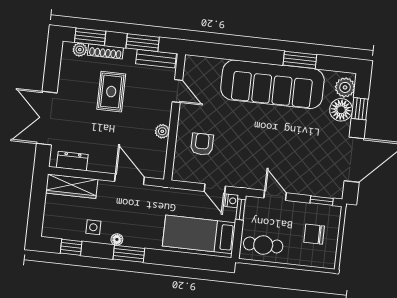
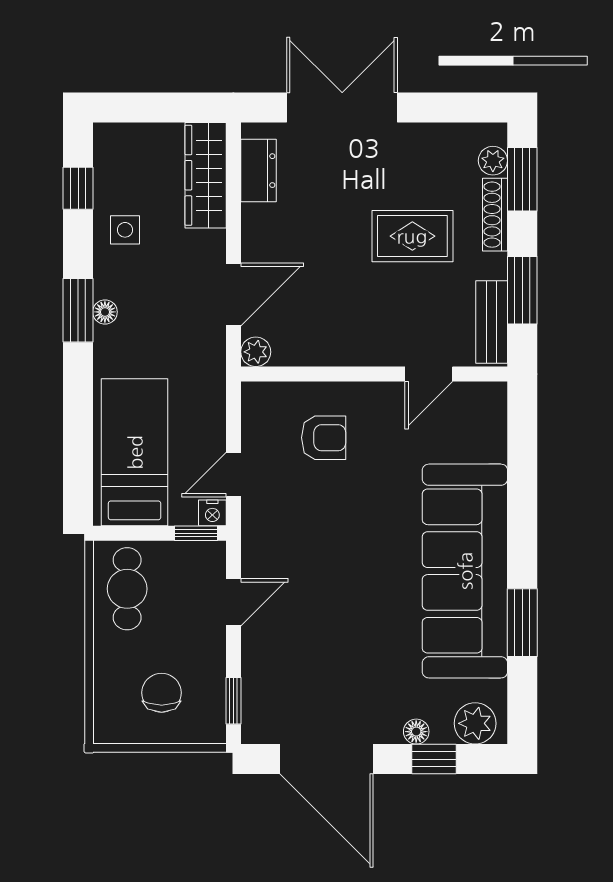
floor lamp: (341, 110) -> (416, 732), width x0.53, depth x0.53
plant: (162, 131) -> (256, 352), moved
floor lamp: (117, 239) -> (105, 312), moved

